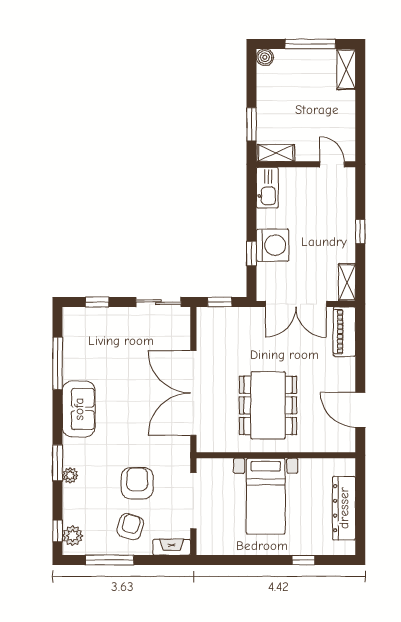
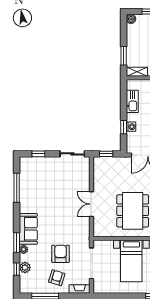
kitchen sink: (267, 188) -> (132, 101), moved
washing machine: (273, 245) -> (131, 127), width x0.53, depth x0.53
double door: (193, 393) -> (91, 204), width x0.54
sofa: (79, 409) -> (28, 229), moved
window: (58, 531) -> (17, 269), moved
plant: (73, 536) -> (25, 268), moved

